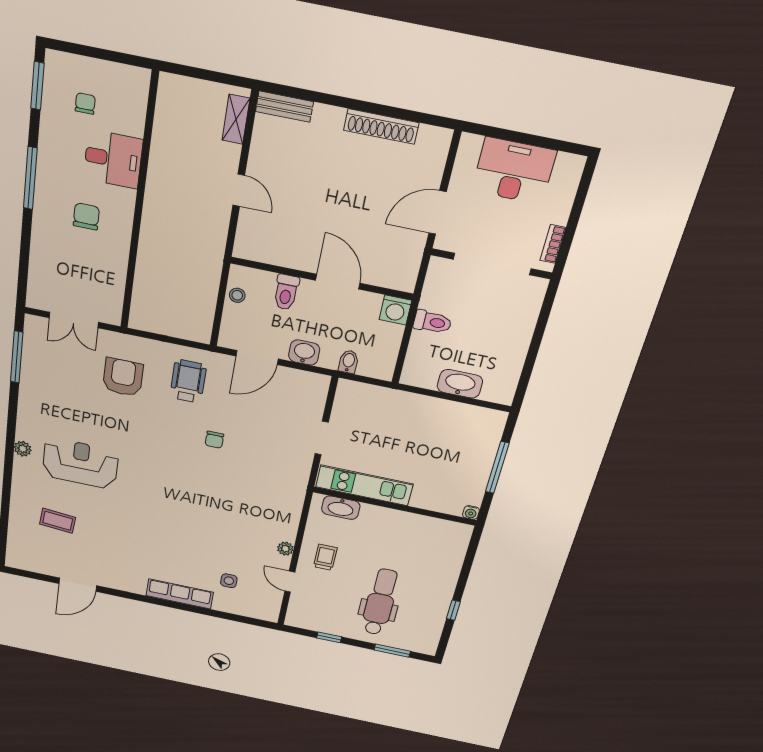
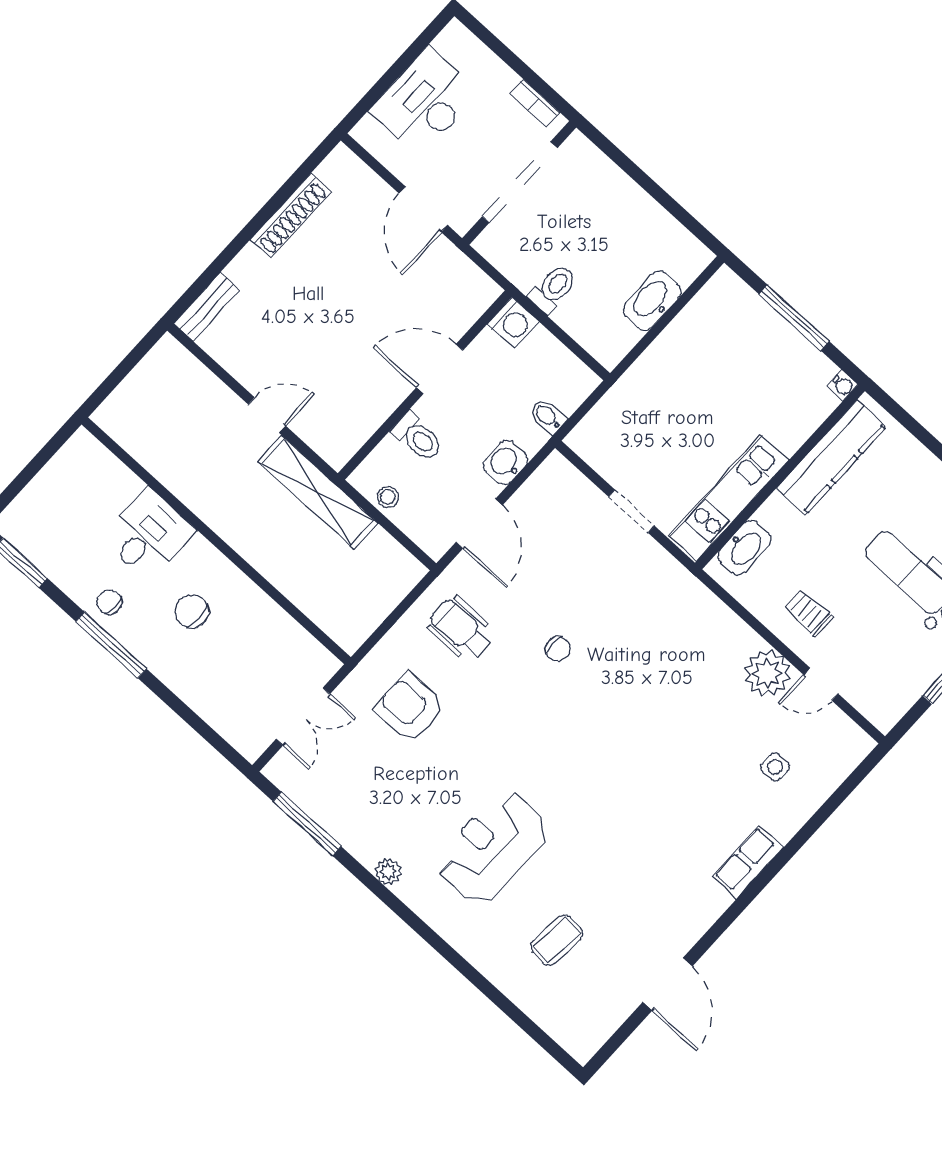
chair: (85, 103) -> (109, 602), moved
shelving: (236, 119) -> (318, 492), moved, width x2.20, depth x1.33
plant: (23, 449) -> (388, 871), moved
kitchen counter: (424, 527) -> (832, 457), added
plant: (285, 549) -> (767, 673), width x1.87, depth x1.87
row of seats: (180, 594) -> (748, 862), width x0.68

